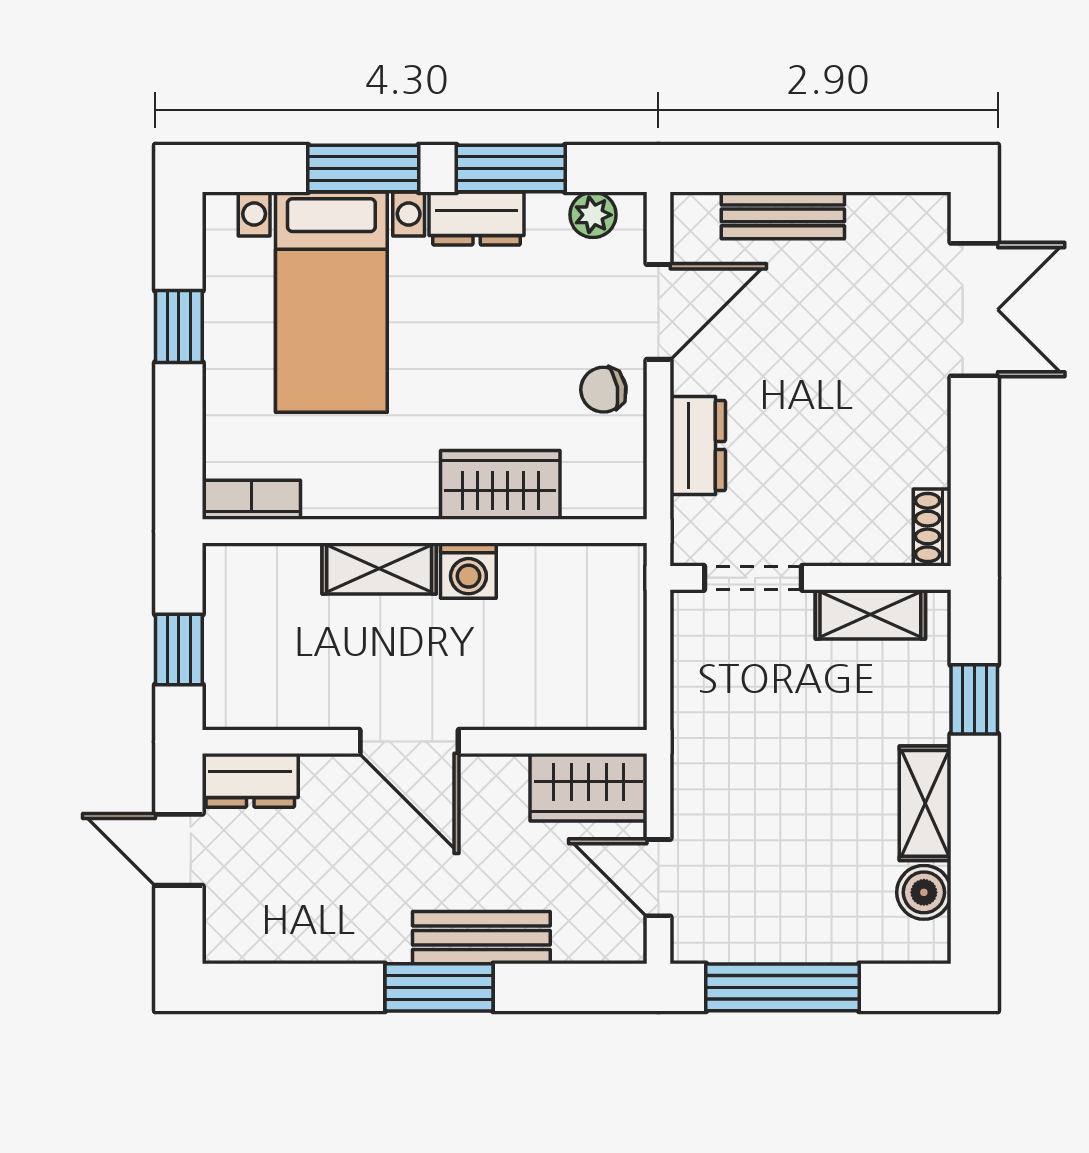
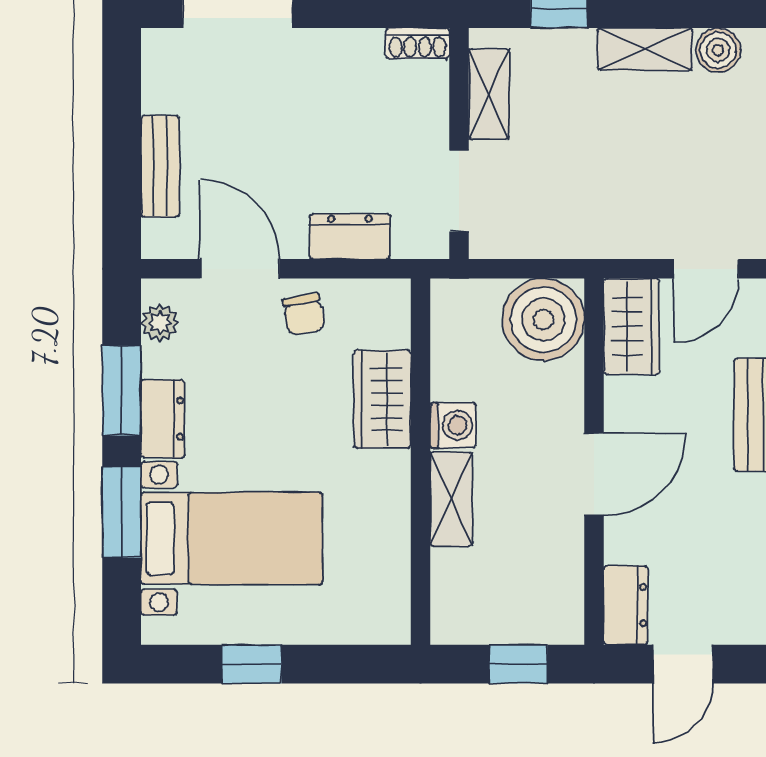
bookcase: (251, 500) -> (395, 604), removed
boiler: (597, 680) -> (543, 319), added

